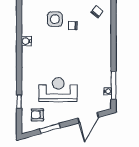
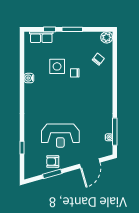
water cooler: (26, 41) -> (29, 78), moved
reception desk: (58, 90) -> (60, 136), turned 180
armchair: (37, 115) -> (53, 161), moved

